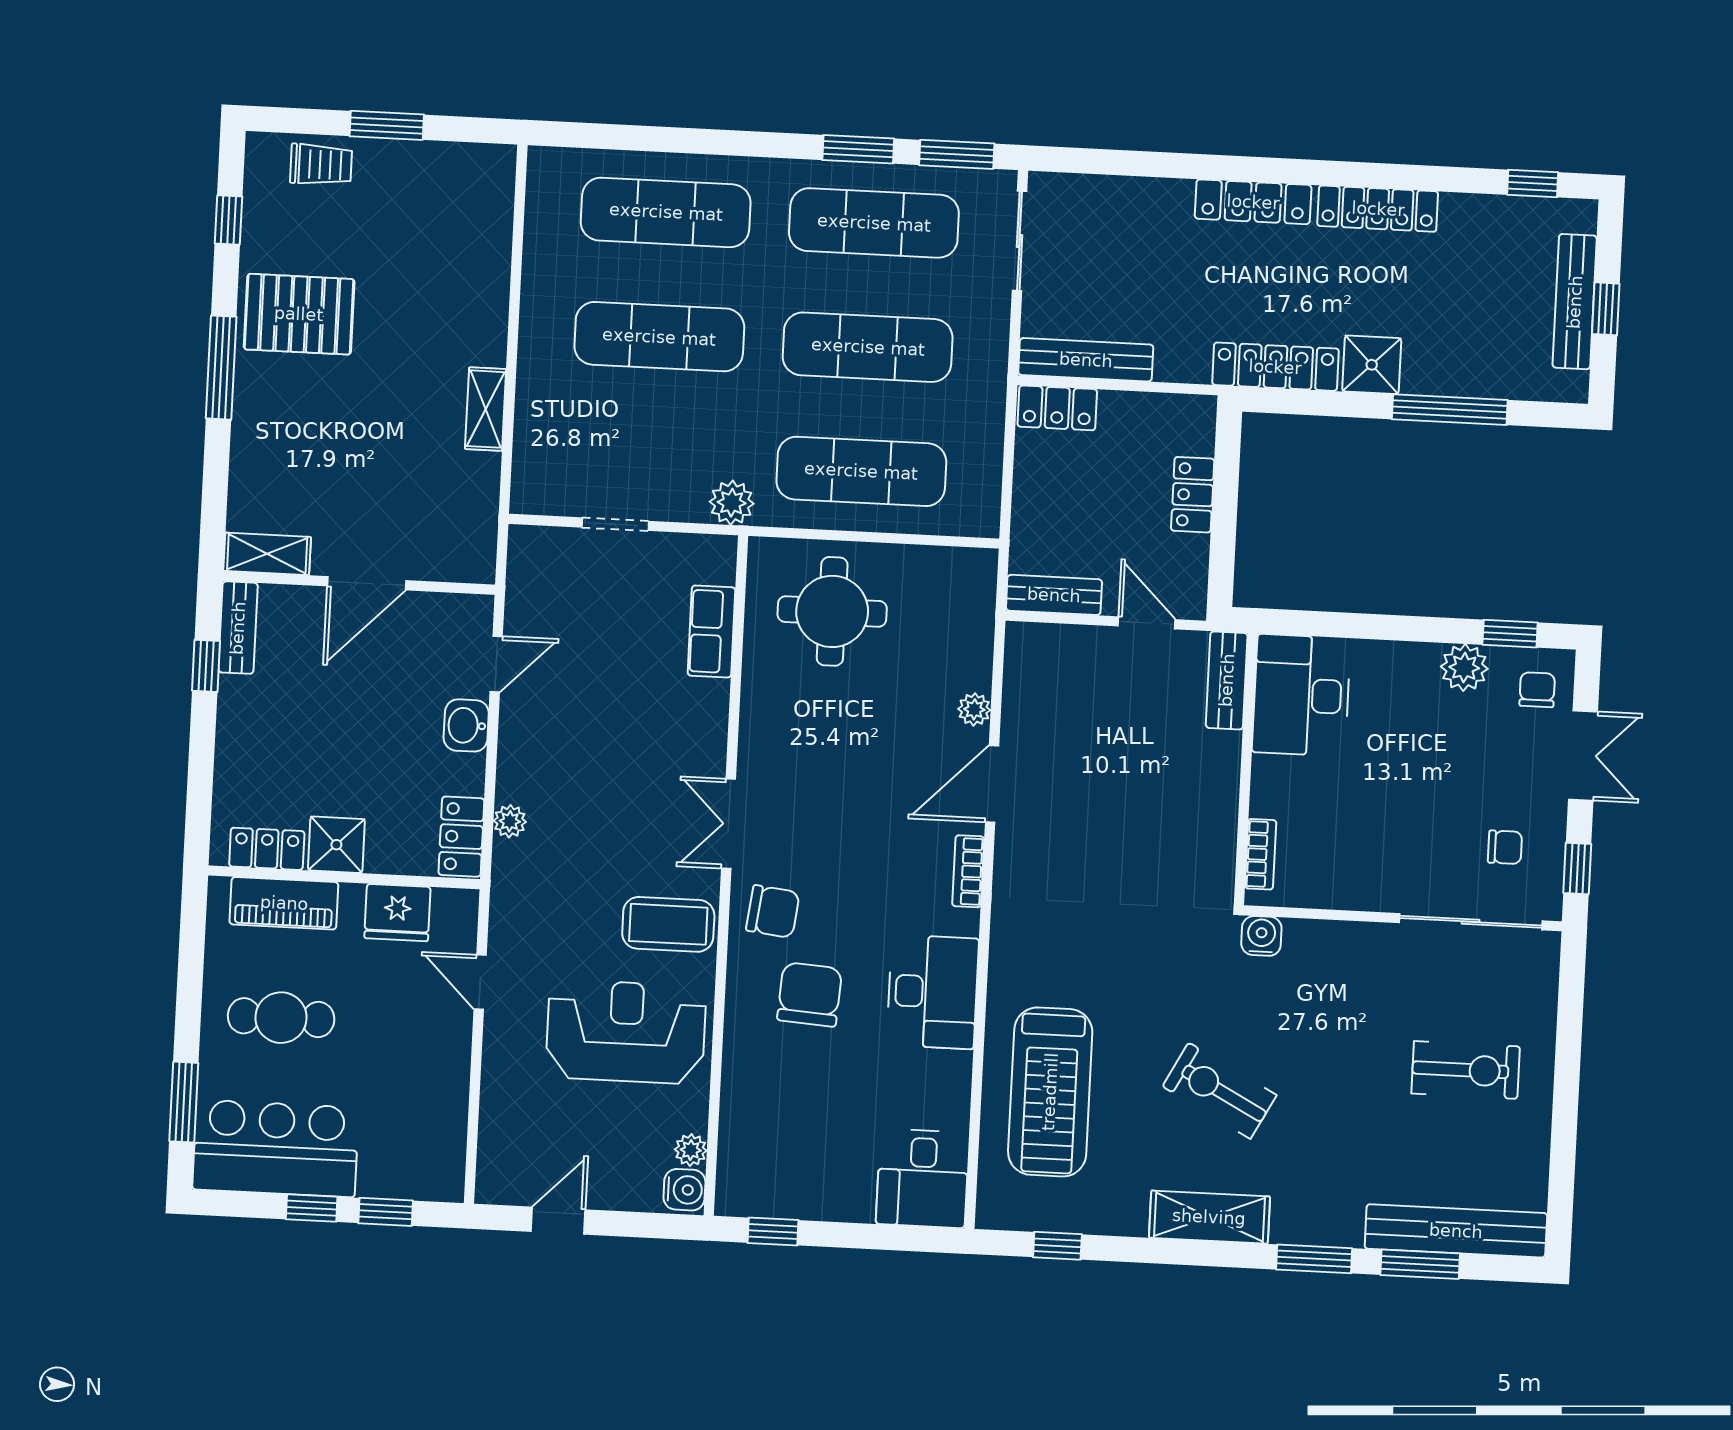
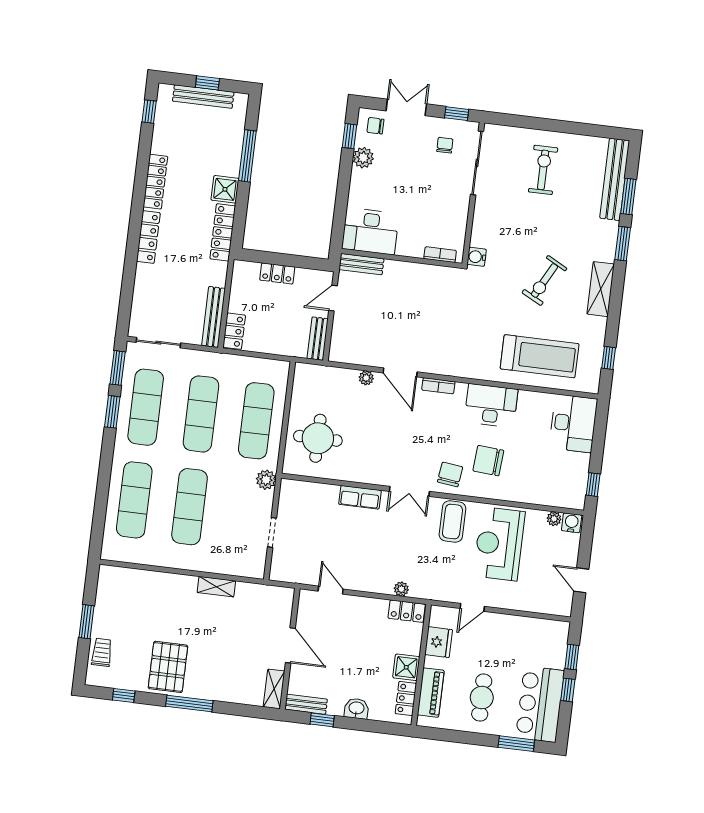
row of seats: (712, 631) -> (360, 497), moved
washbasin: (466, 725) -> (356, 708), moved, turned 180
desk: (923, 1178) -> (573, 423), width x1.37

